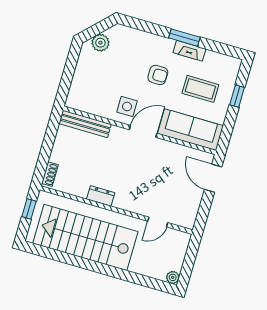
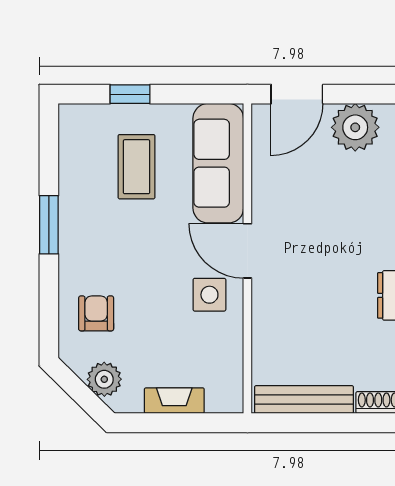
fireplace: (189, 51) -> (174, 401), moved, turned -90
armchair: (158, 75) -> (96, 313), moved
bench: (85, 124) -> (304, 400), moved, turned 90
plant: (189, 202) -> (355, 127), added

